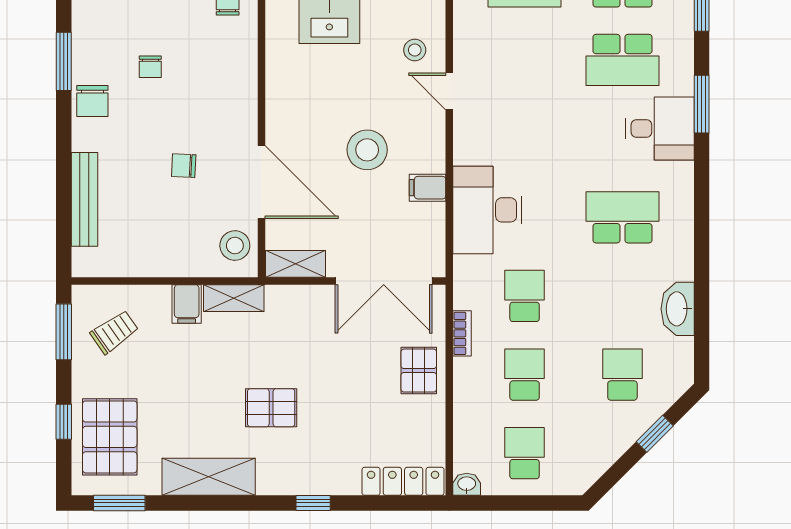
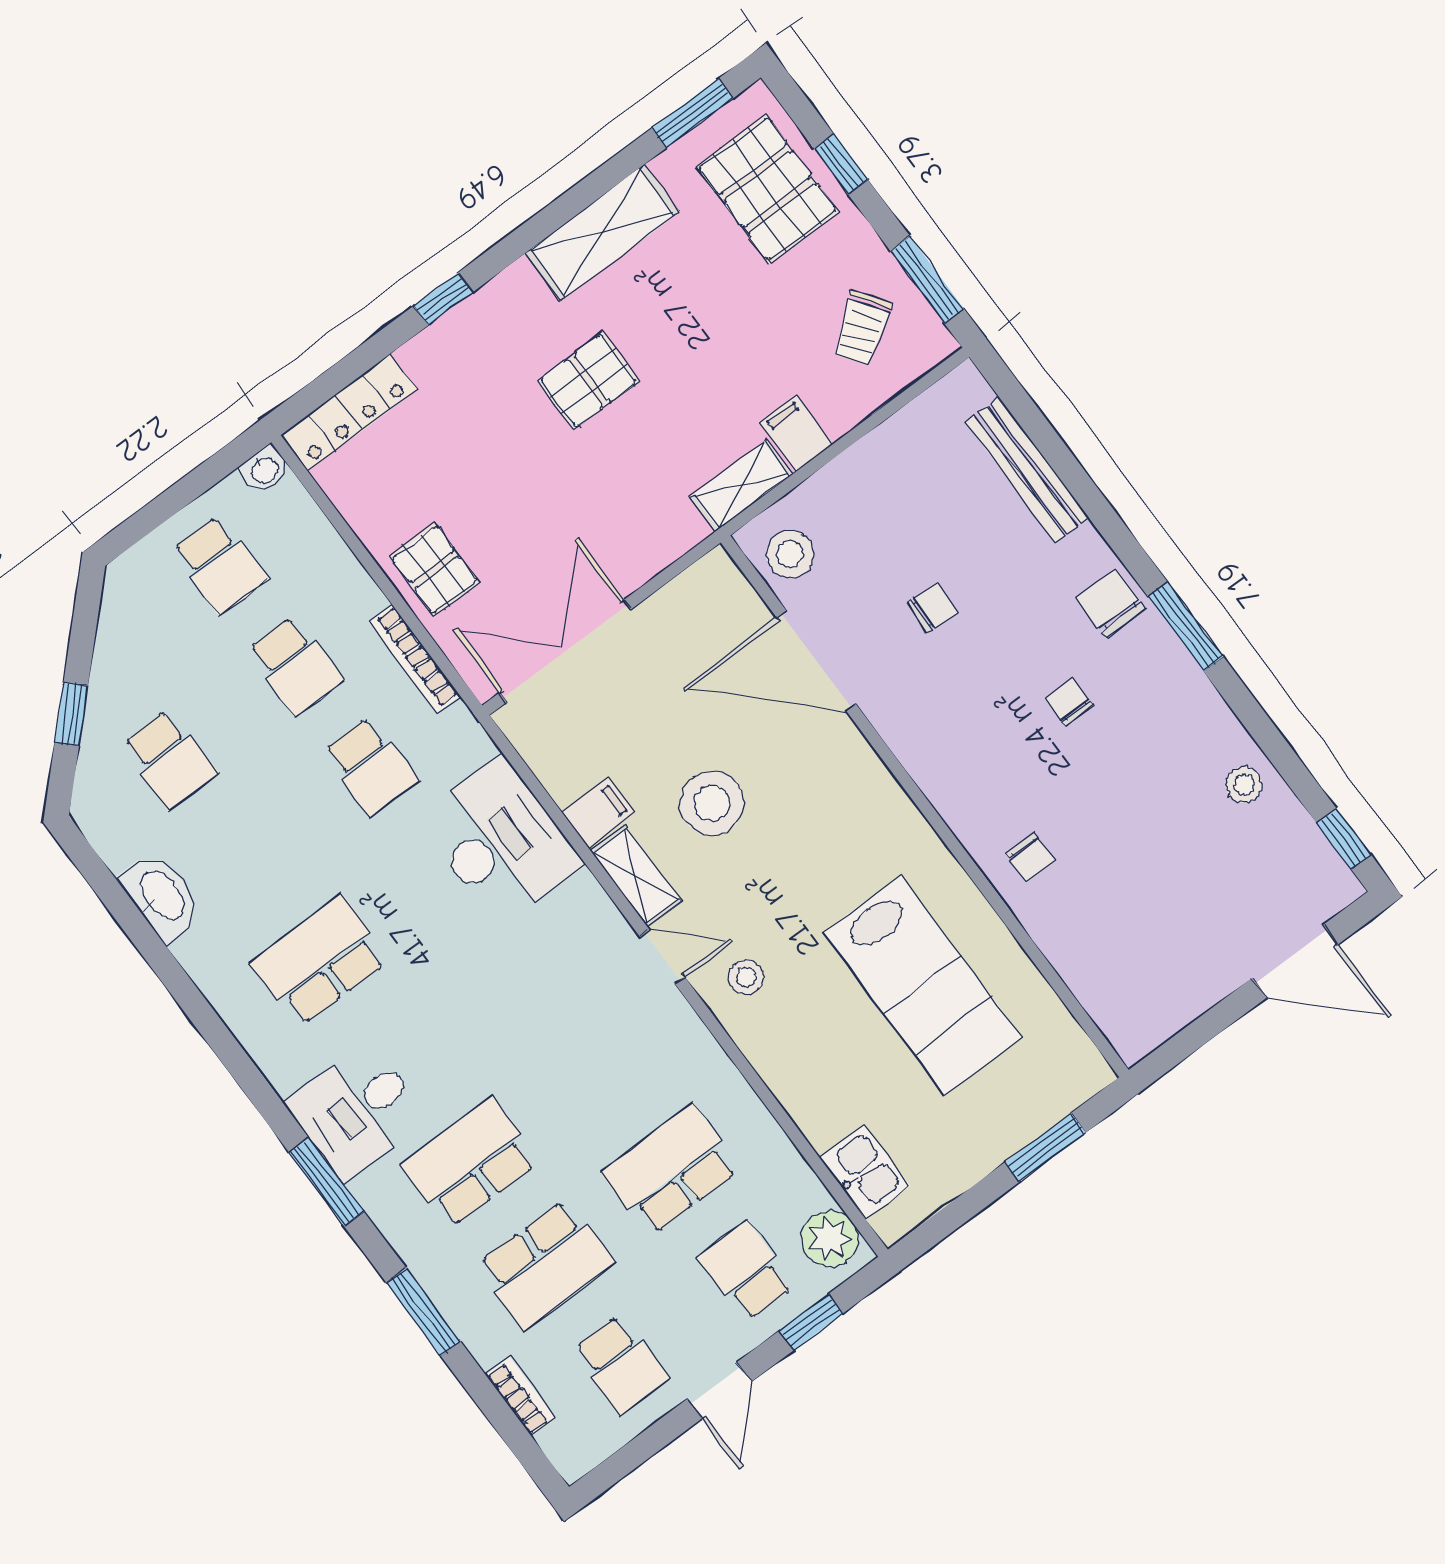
school desk: (622, 217) -> (320, 961), turned 180
shelving: (295, 264) -> (636, 876), moved, turned 90
bookcase: (462, 333) -> (415, 659), width x1.56

